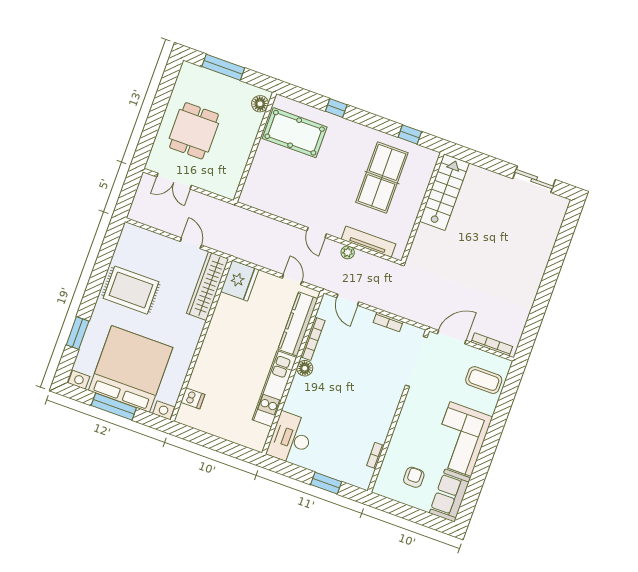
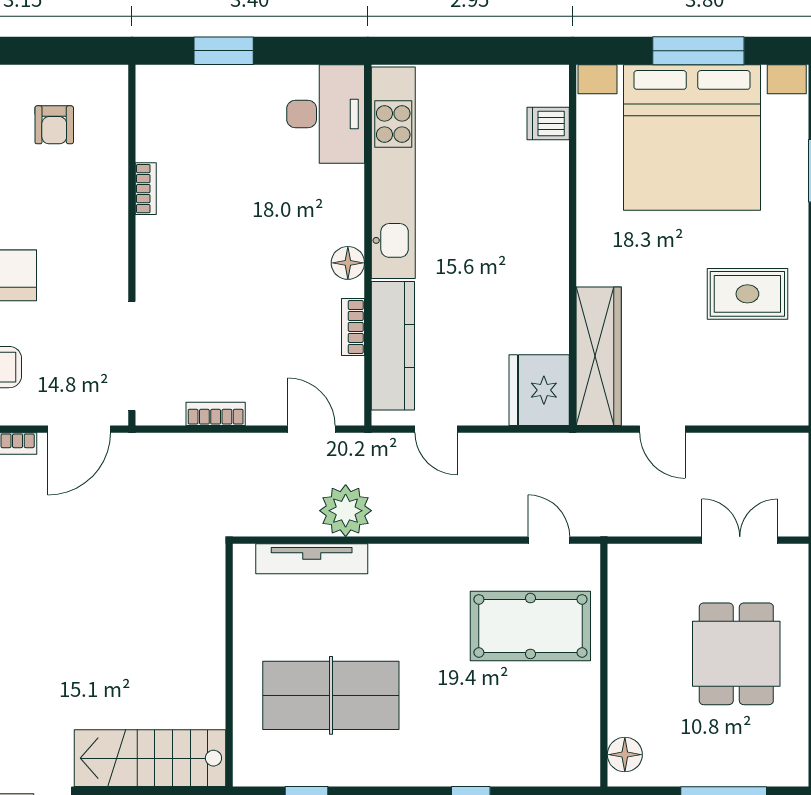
pool table: (295, 133) -> (530, 626), moved
table tennis table: (382, 178) -> (331, 695), turned 90
stairs: (444, 192) -> (150, 758), moved, turned 90
door: (317, 232) -> (549, 540), moved
plant: (348, 252) -> (346, 511), width x1.88, depth x1.88
rug: (131, 290) -> (747, 294), width x0.73, depth x0.70
bookcase: (313, 339) -> (353, 327), width x0.64
kitchen unit: (274, 389) -> (393, 173), width x1.36
bookcase: (375, 456) -> (146, 189), moved

